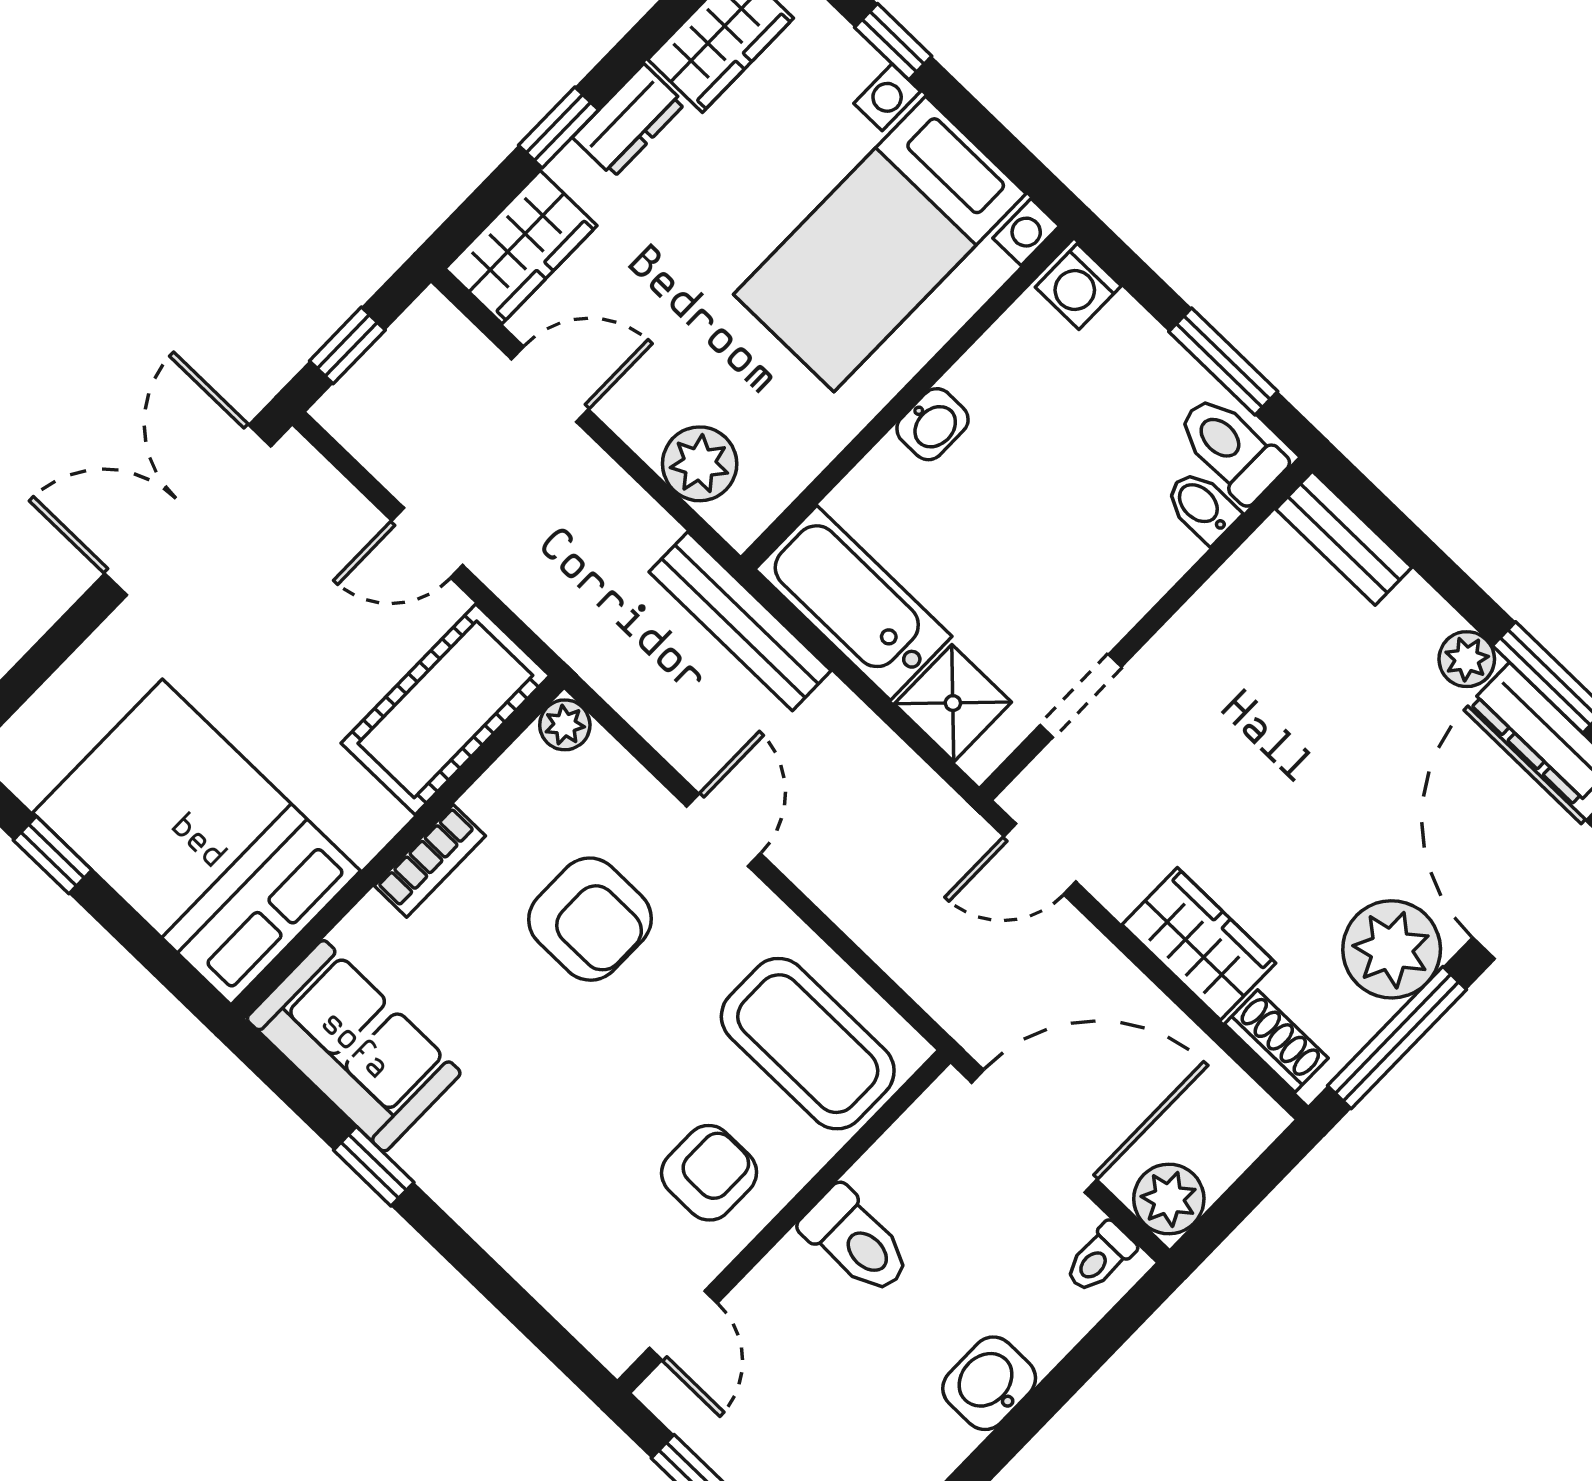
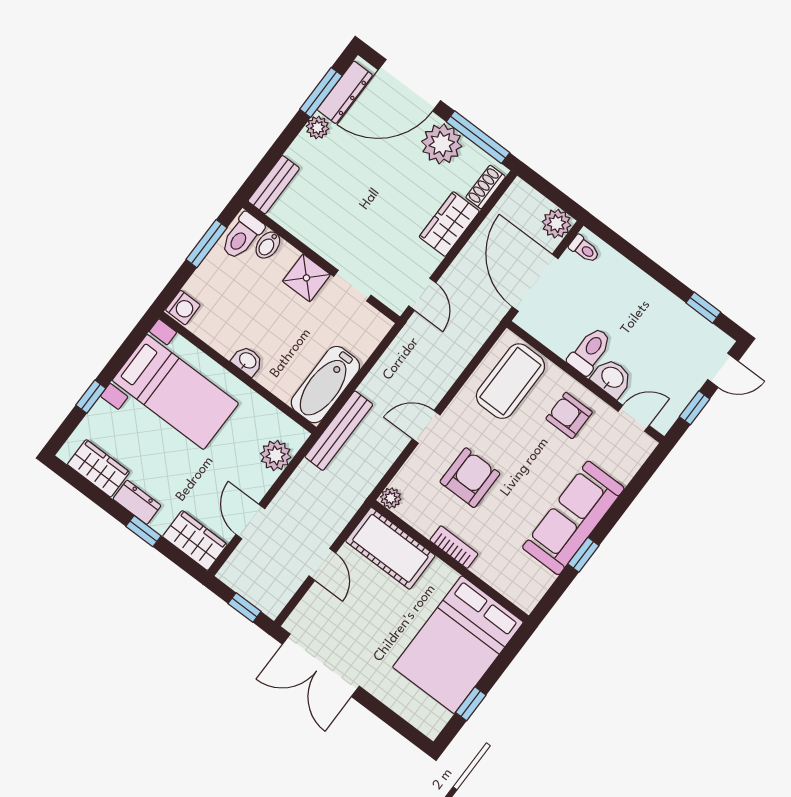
shower: (953, 703) -> (306, 278), moved
sofa: (354, 1046) -> (573, 518), moved, width x1.36
washbasin: (989, 1383) -> (612, 378), moved, turned 180

